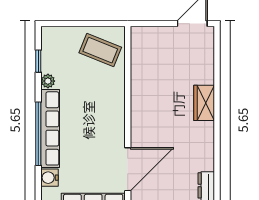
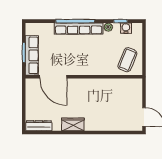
wardrobe: (204, 103) -> (73, 124), moved
water cooler: (50, 178) -> (126, 28), moved

